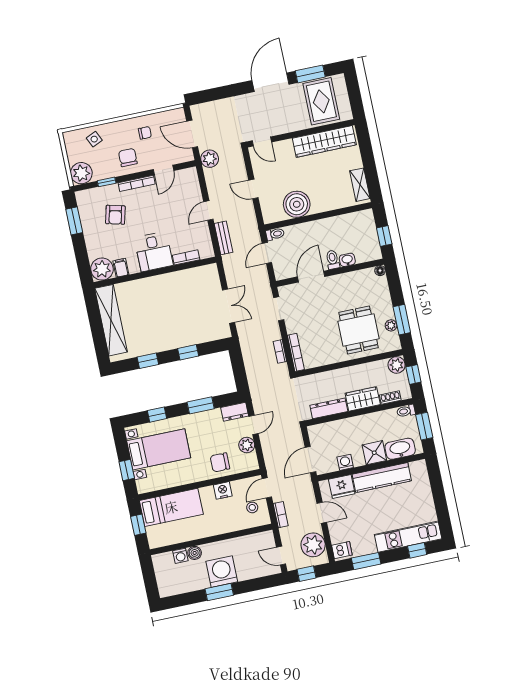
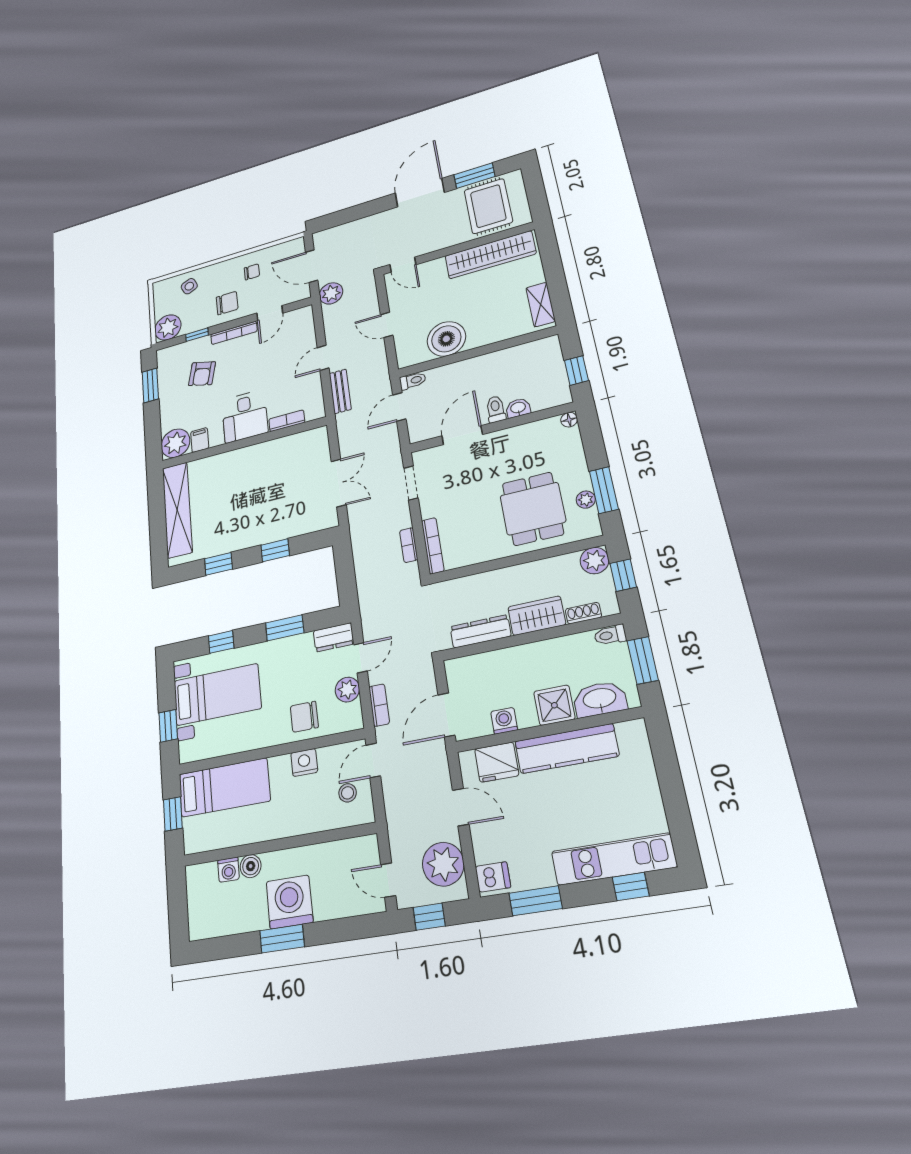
chair: (128, 158) -> (227, 303), turned 90
bookcase: (281, 515) -> (379, 705), moved

